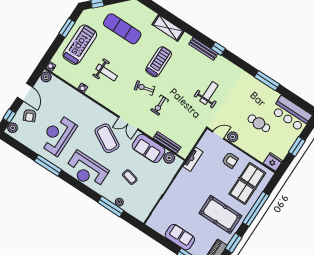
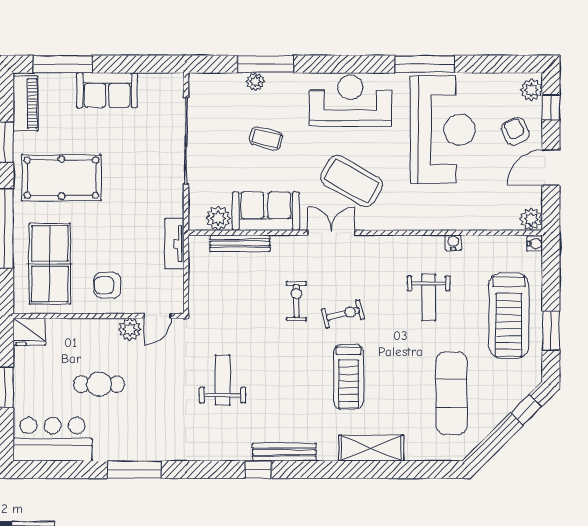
exercise mat: (122, 29) -> (452, 393), turned 90
weight bench: (107, 73) -> (429, 297), turned -90
door: (25, 92) -> (551, 168), hinge flipped
weight bench: (209, 93) -> (223, 380), turned 180
reception desk: (58, 135) -> (443, 130), width x1.36, depth x1.30

